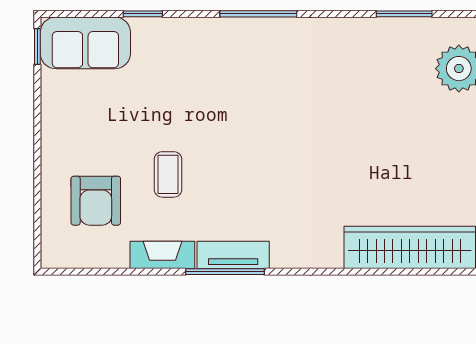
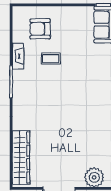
tv unit: (233, 255) -> (18, 85), removed

